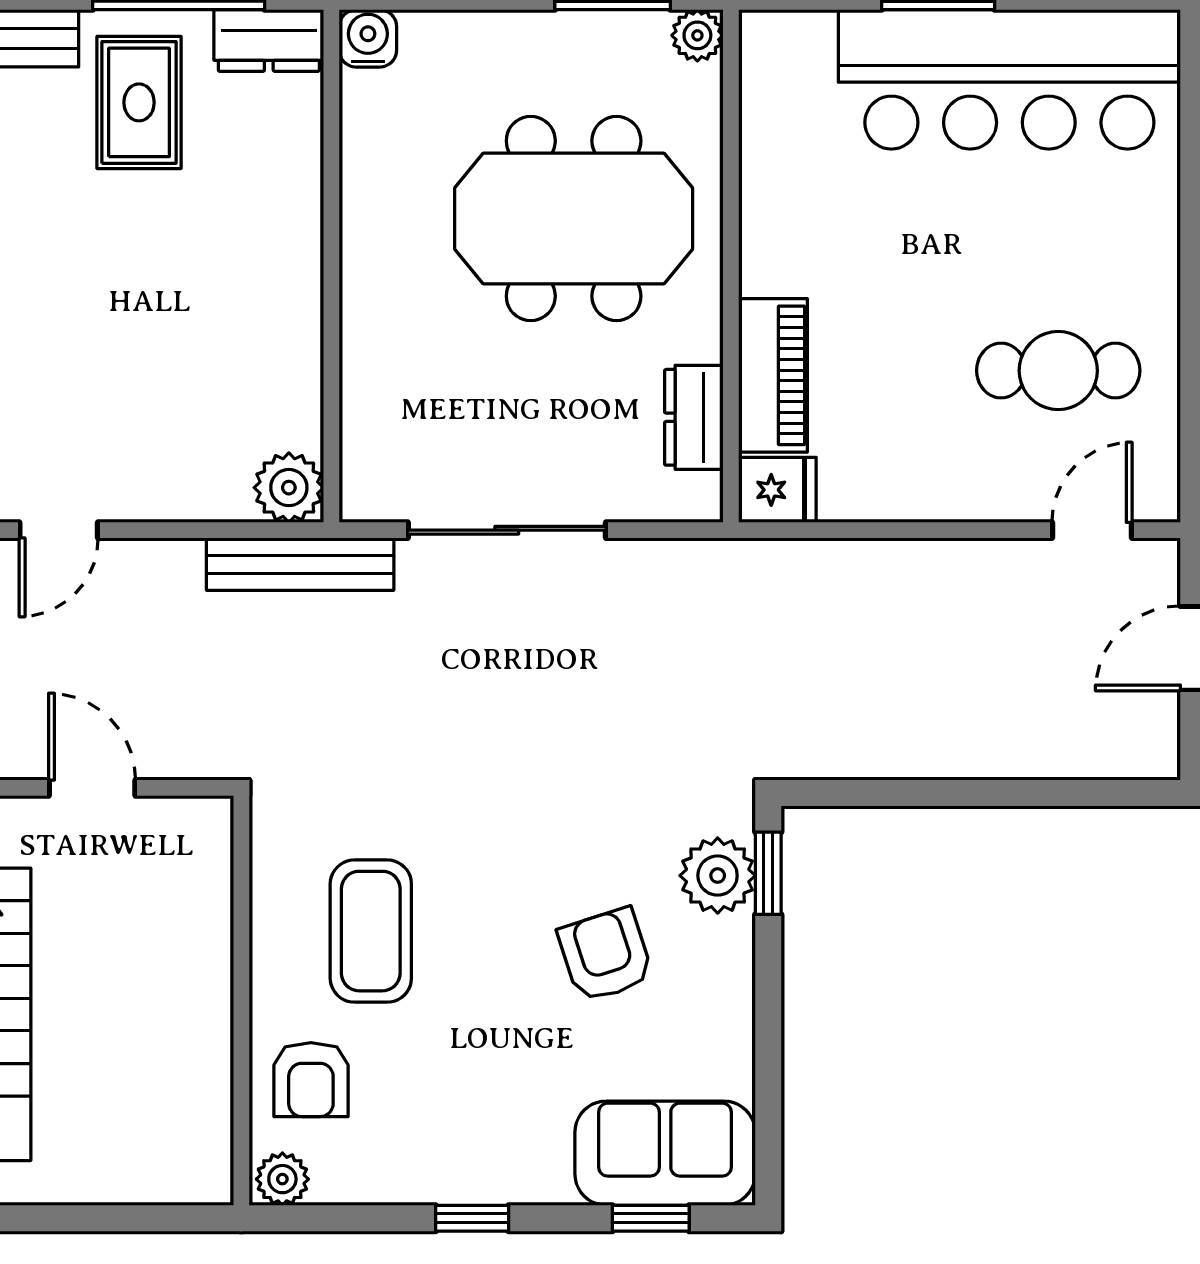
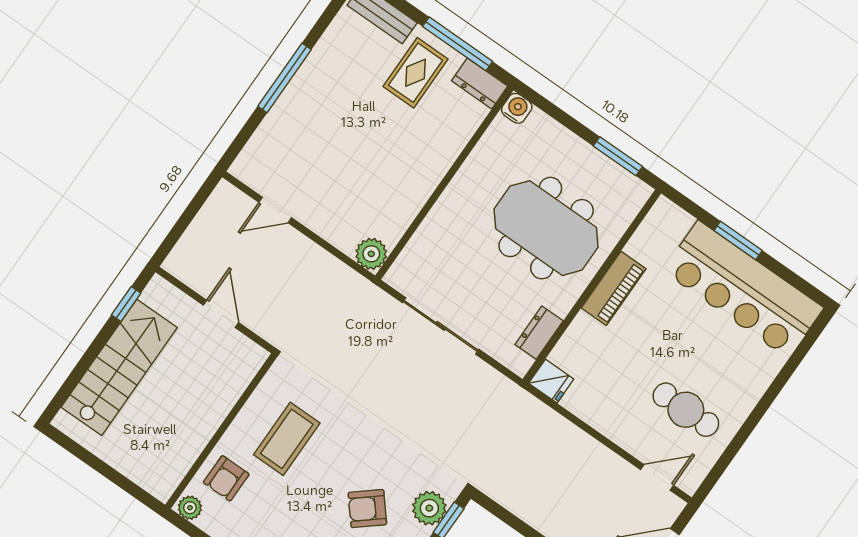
plant: (697, 35) -> (639, 192), removed
piano: (773, 375) -> (614, 288), moved
bench: (300, 564) -> (356, 285), removed
armchair: (606, 955) -> (367, 509), turned -112

